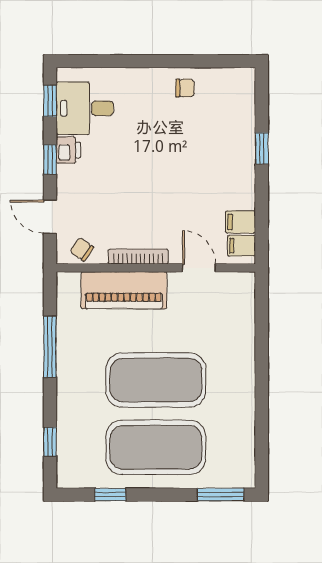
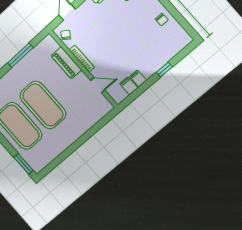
filing cabinet: (242, 246) -> (138, 78), moved
door: (199, 268) -> (98, 85), hinge flipped
piano: (124, 290) -> (66, 63), width x0.73, depth x0.75

